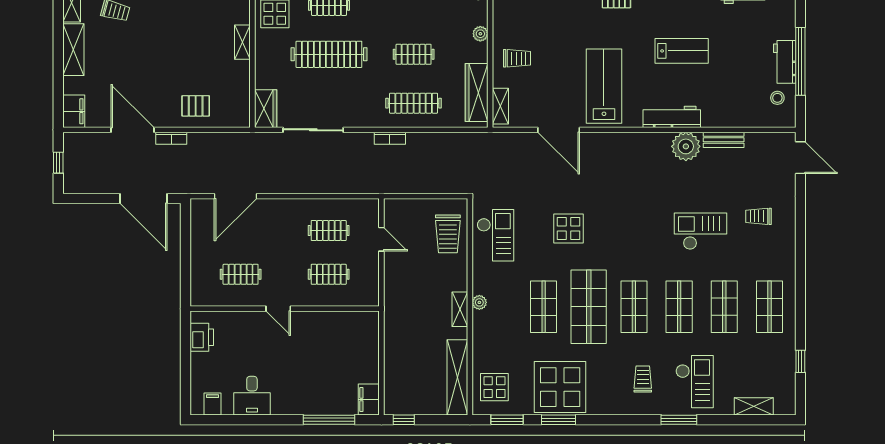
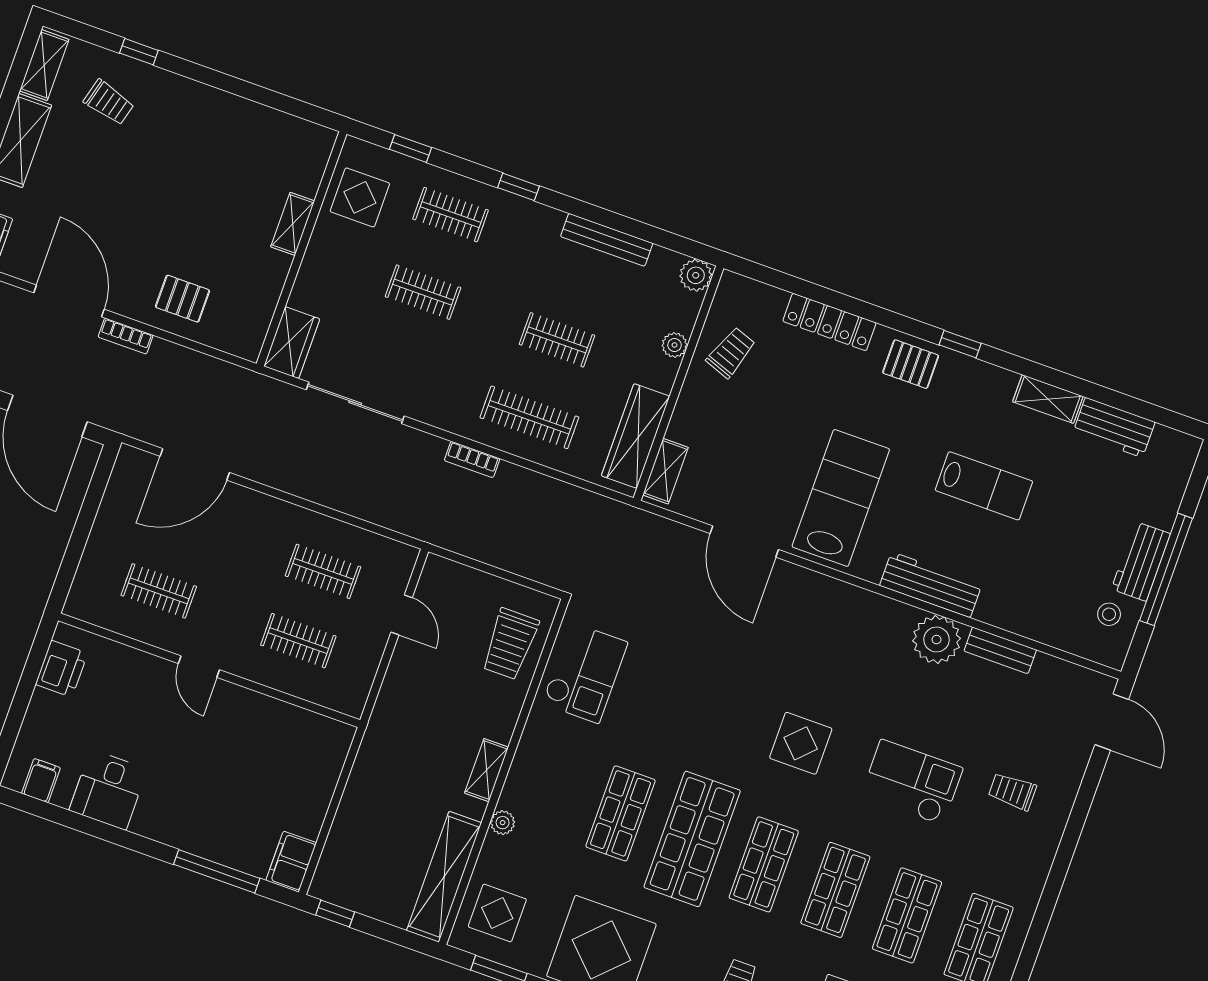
clothes rail: (329, 54) -> (423, 292), width x0.54, depth x0.76
trolley: (517, 58) -> (731, 353), moved, turned -70
display table: (568, 229) -> (801, 743), moved
plant: (479, 302) -> (503, 823), moved

